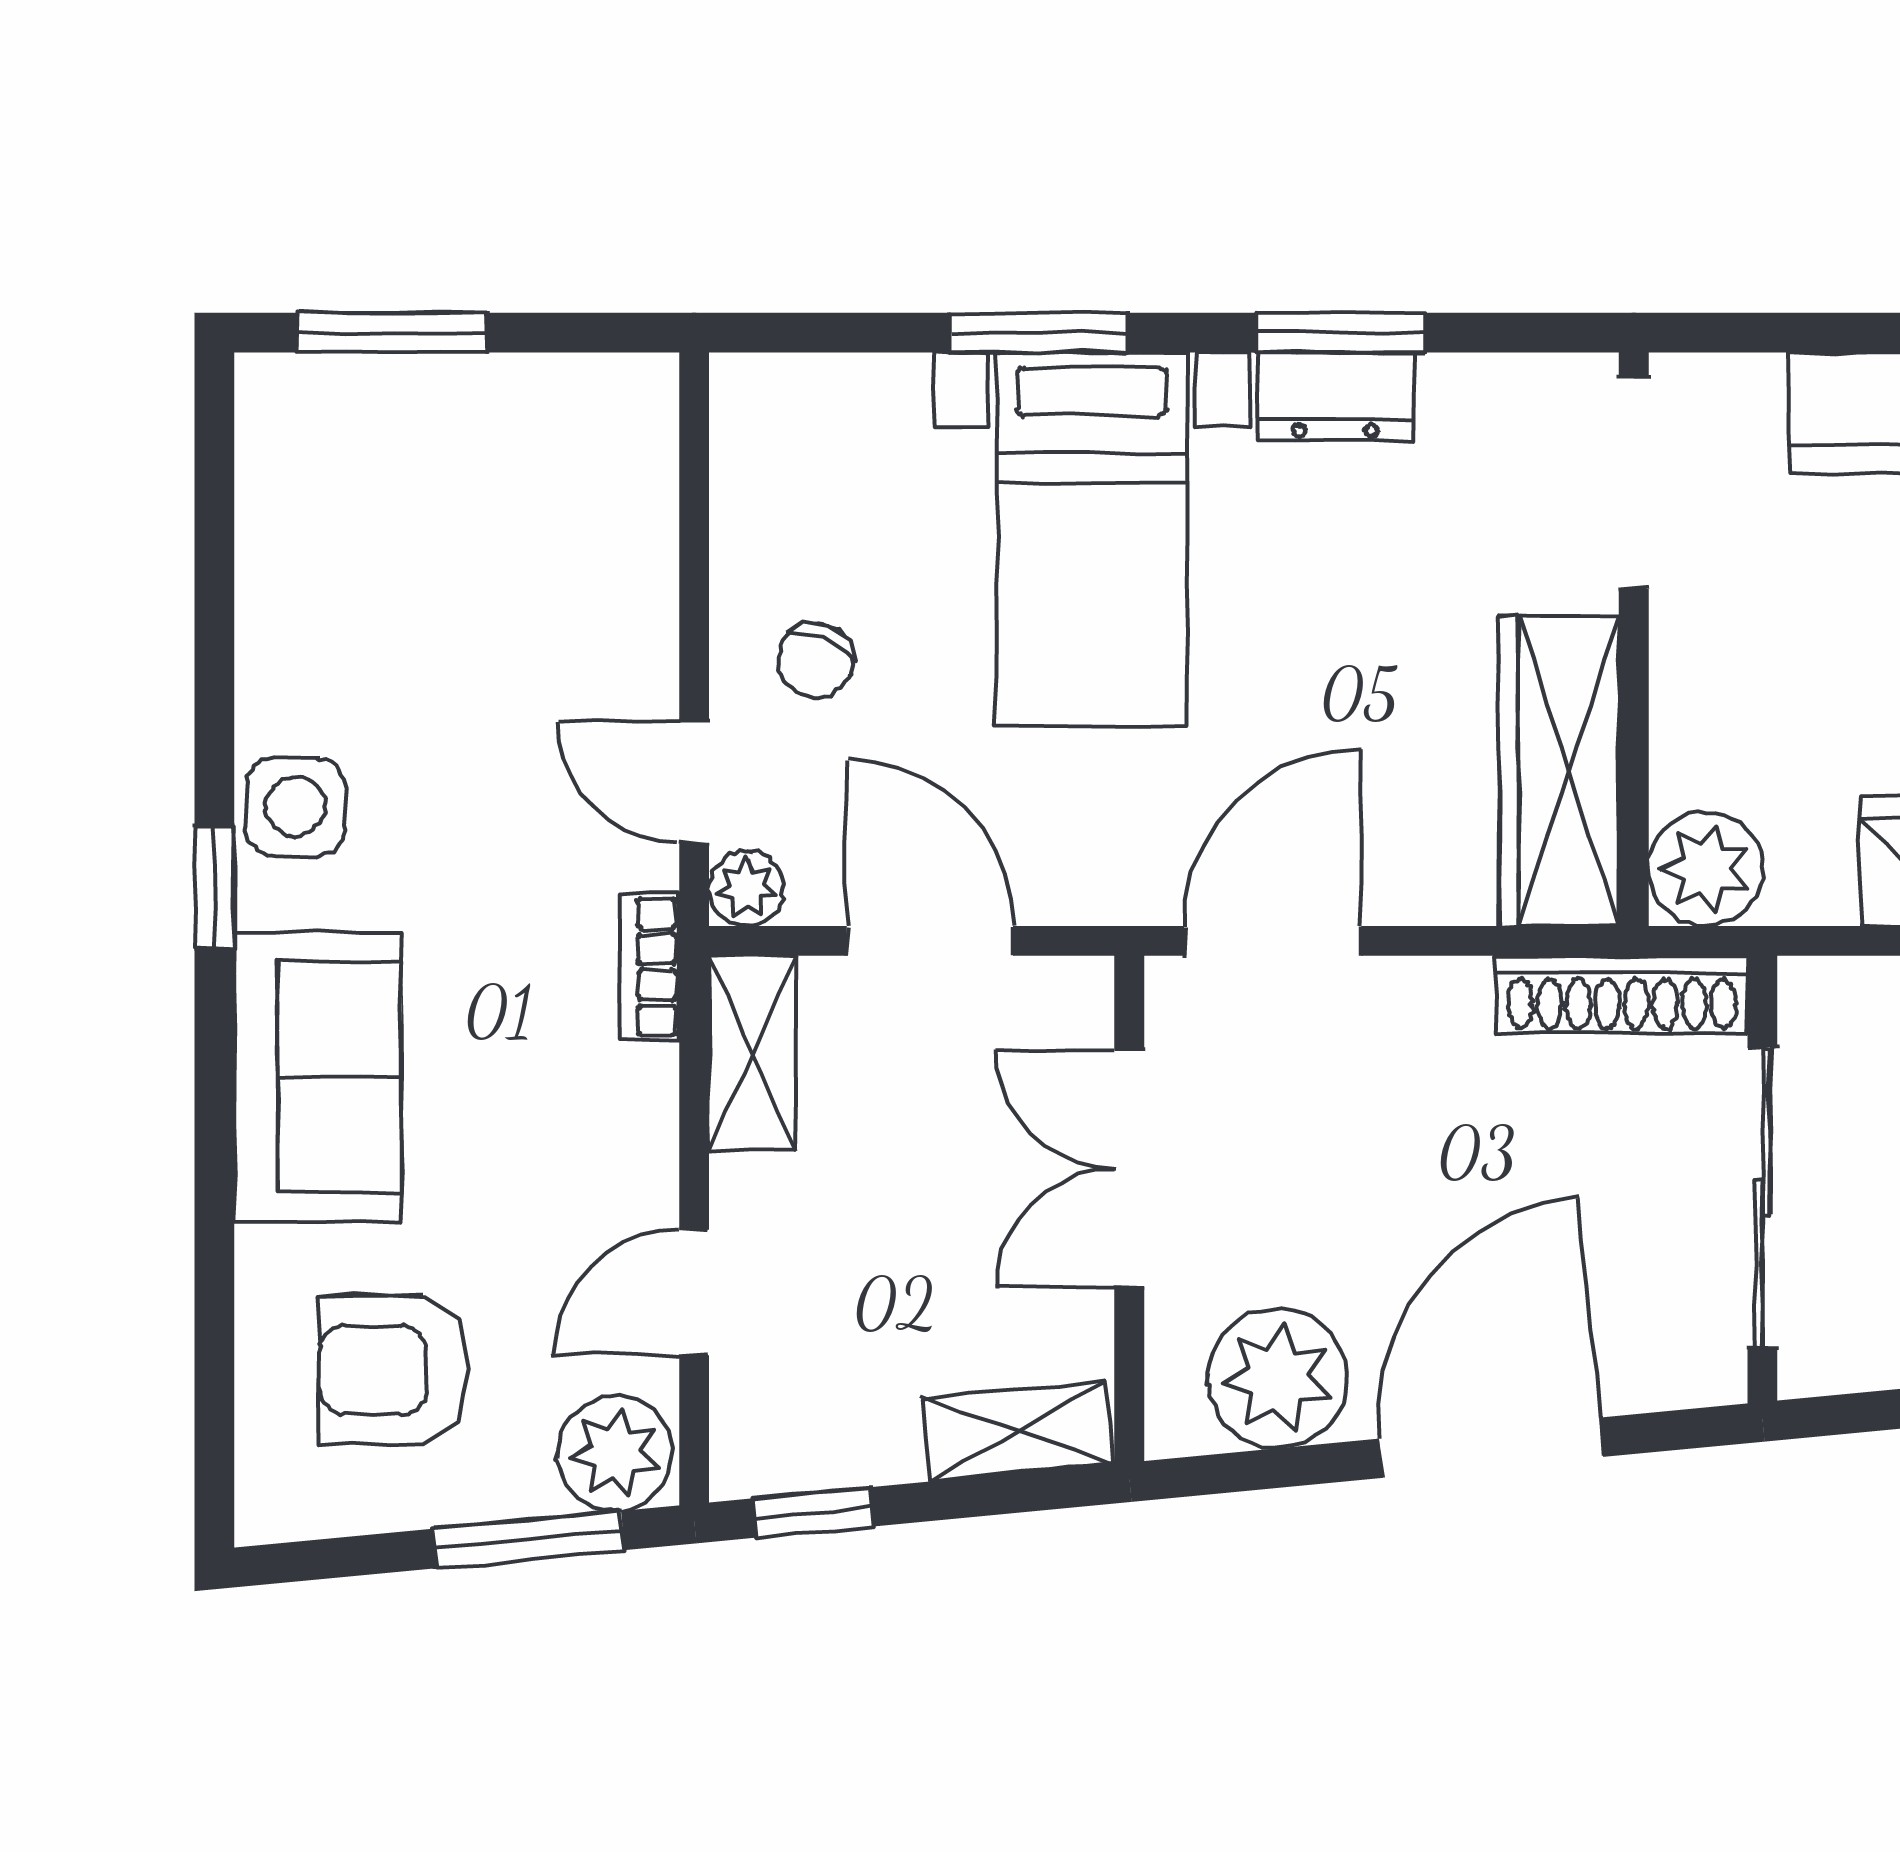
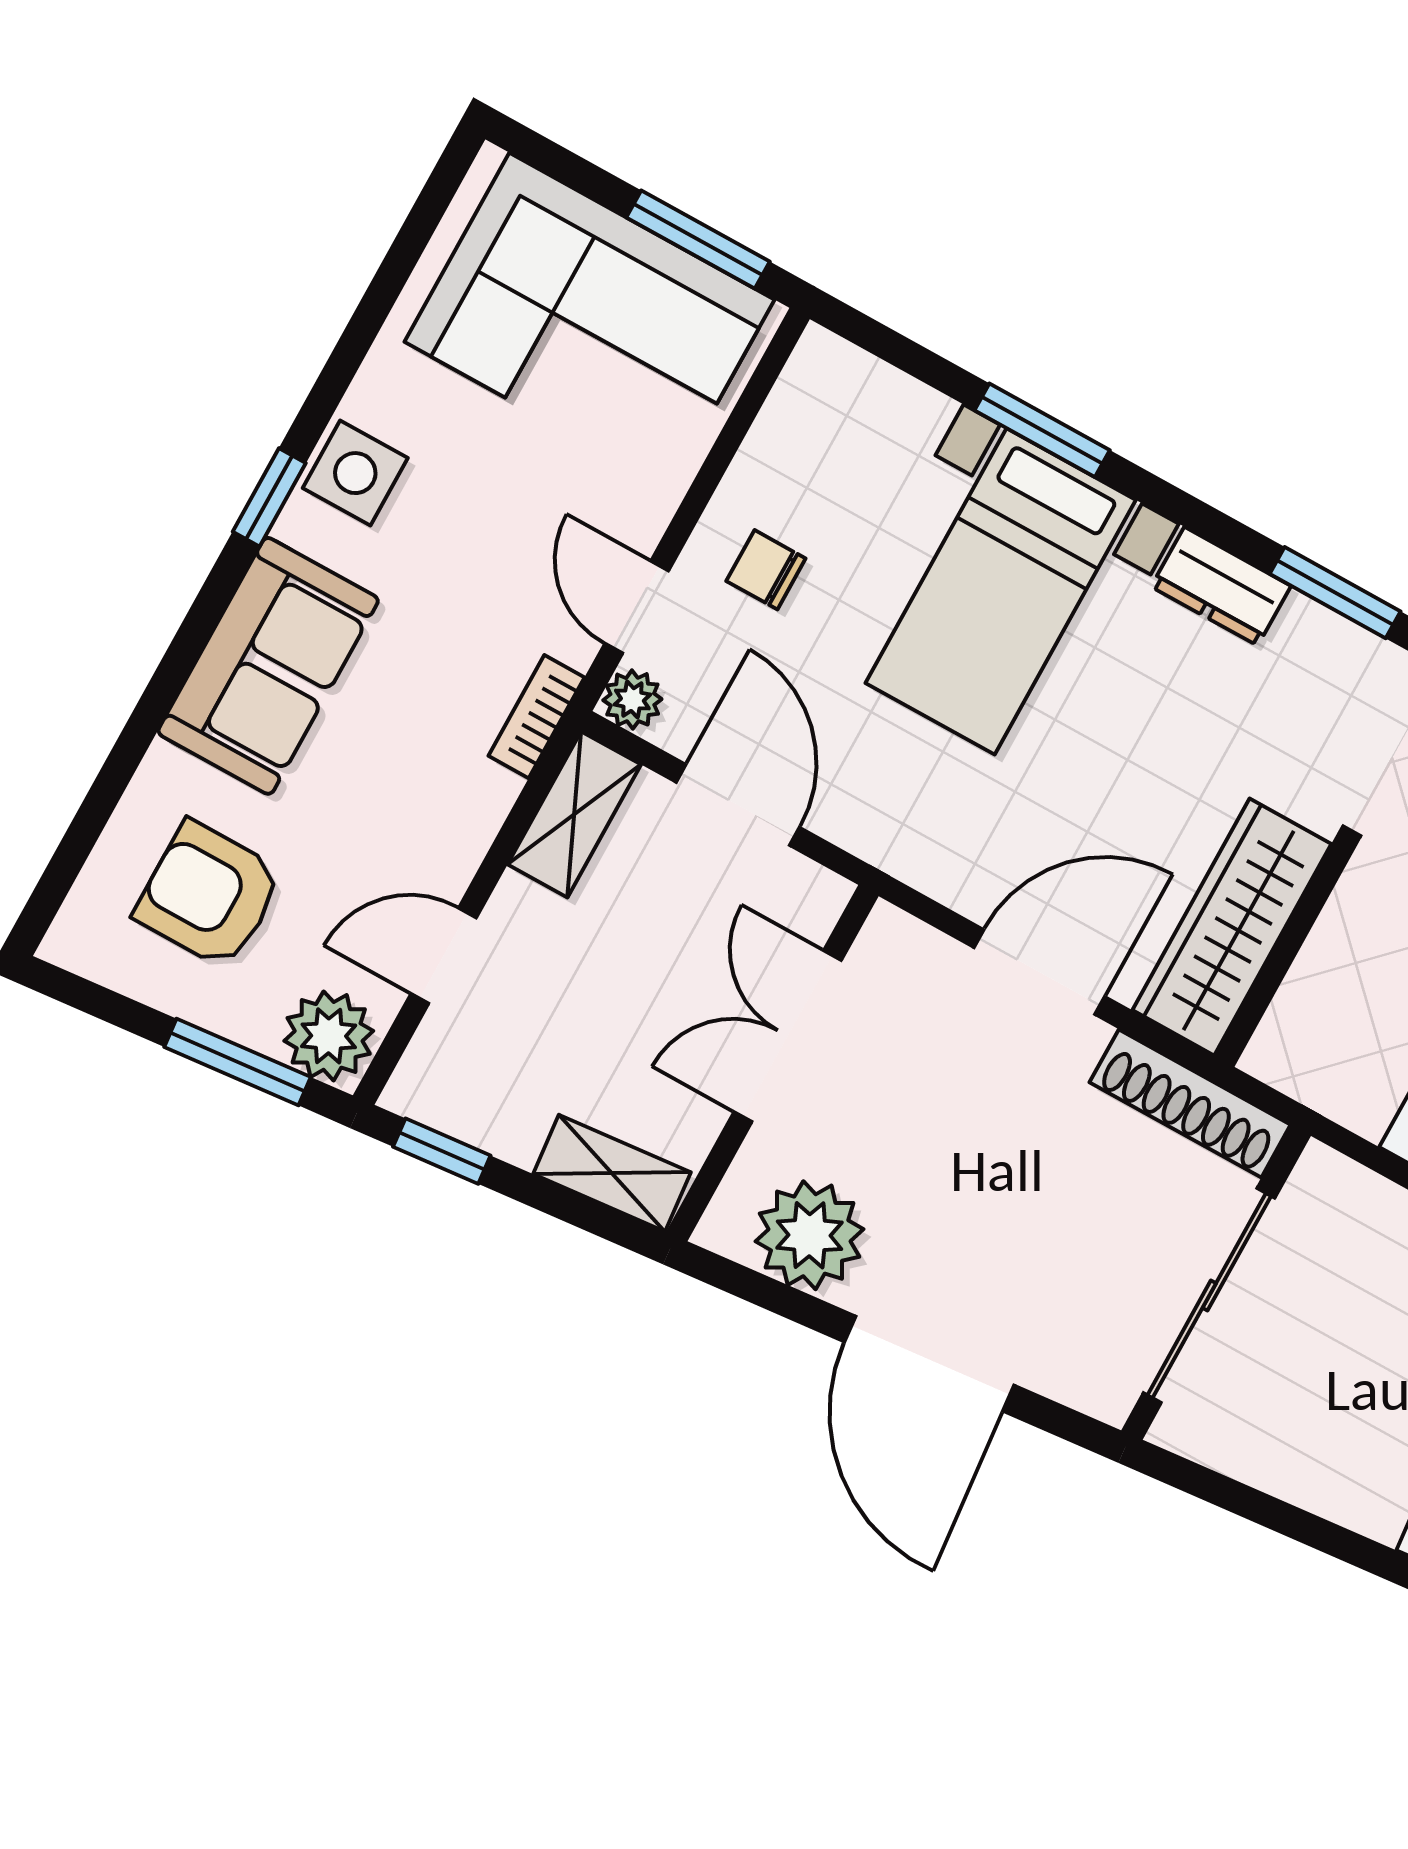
window: (393, 333) -> (698, 240), moved
window: (1341, 333) -> (1335, 593), moved
corner sofa: (463, 491) -> (589, 321), added
chair: (816, 660) -> (766, 570), turned 68
plant: (1706, 869) -> (1295, 1049), removed
door: (1273, 941) -> (1039, 972), moved
door: (1491, 1448) -> (929, 1364), swing flipped

